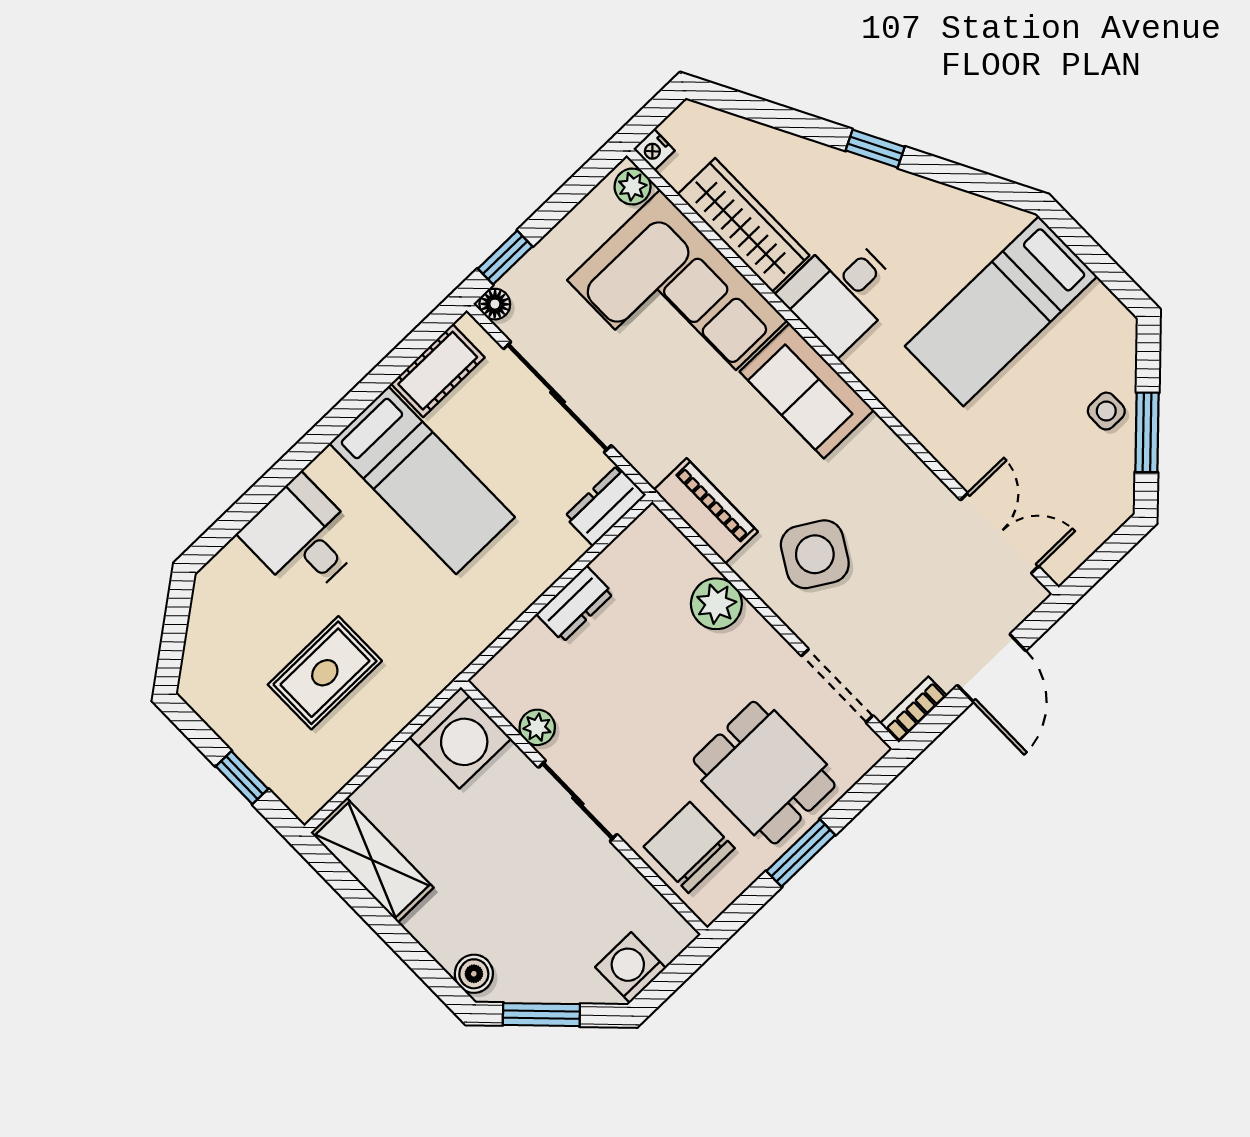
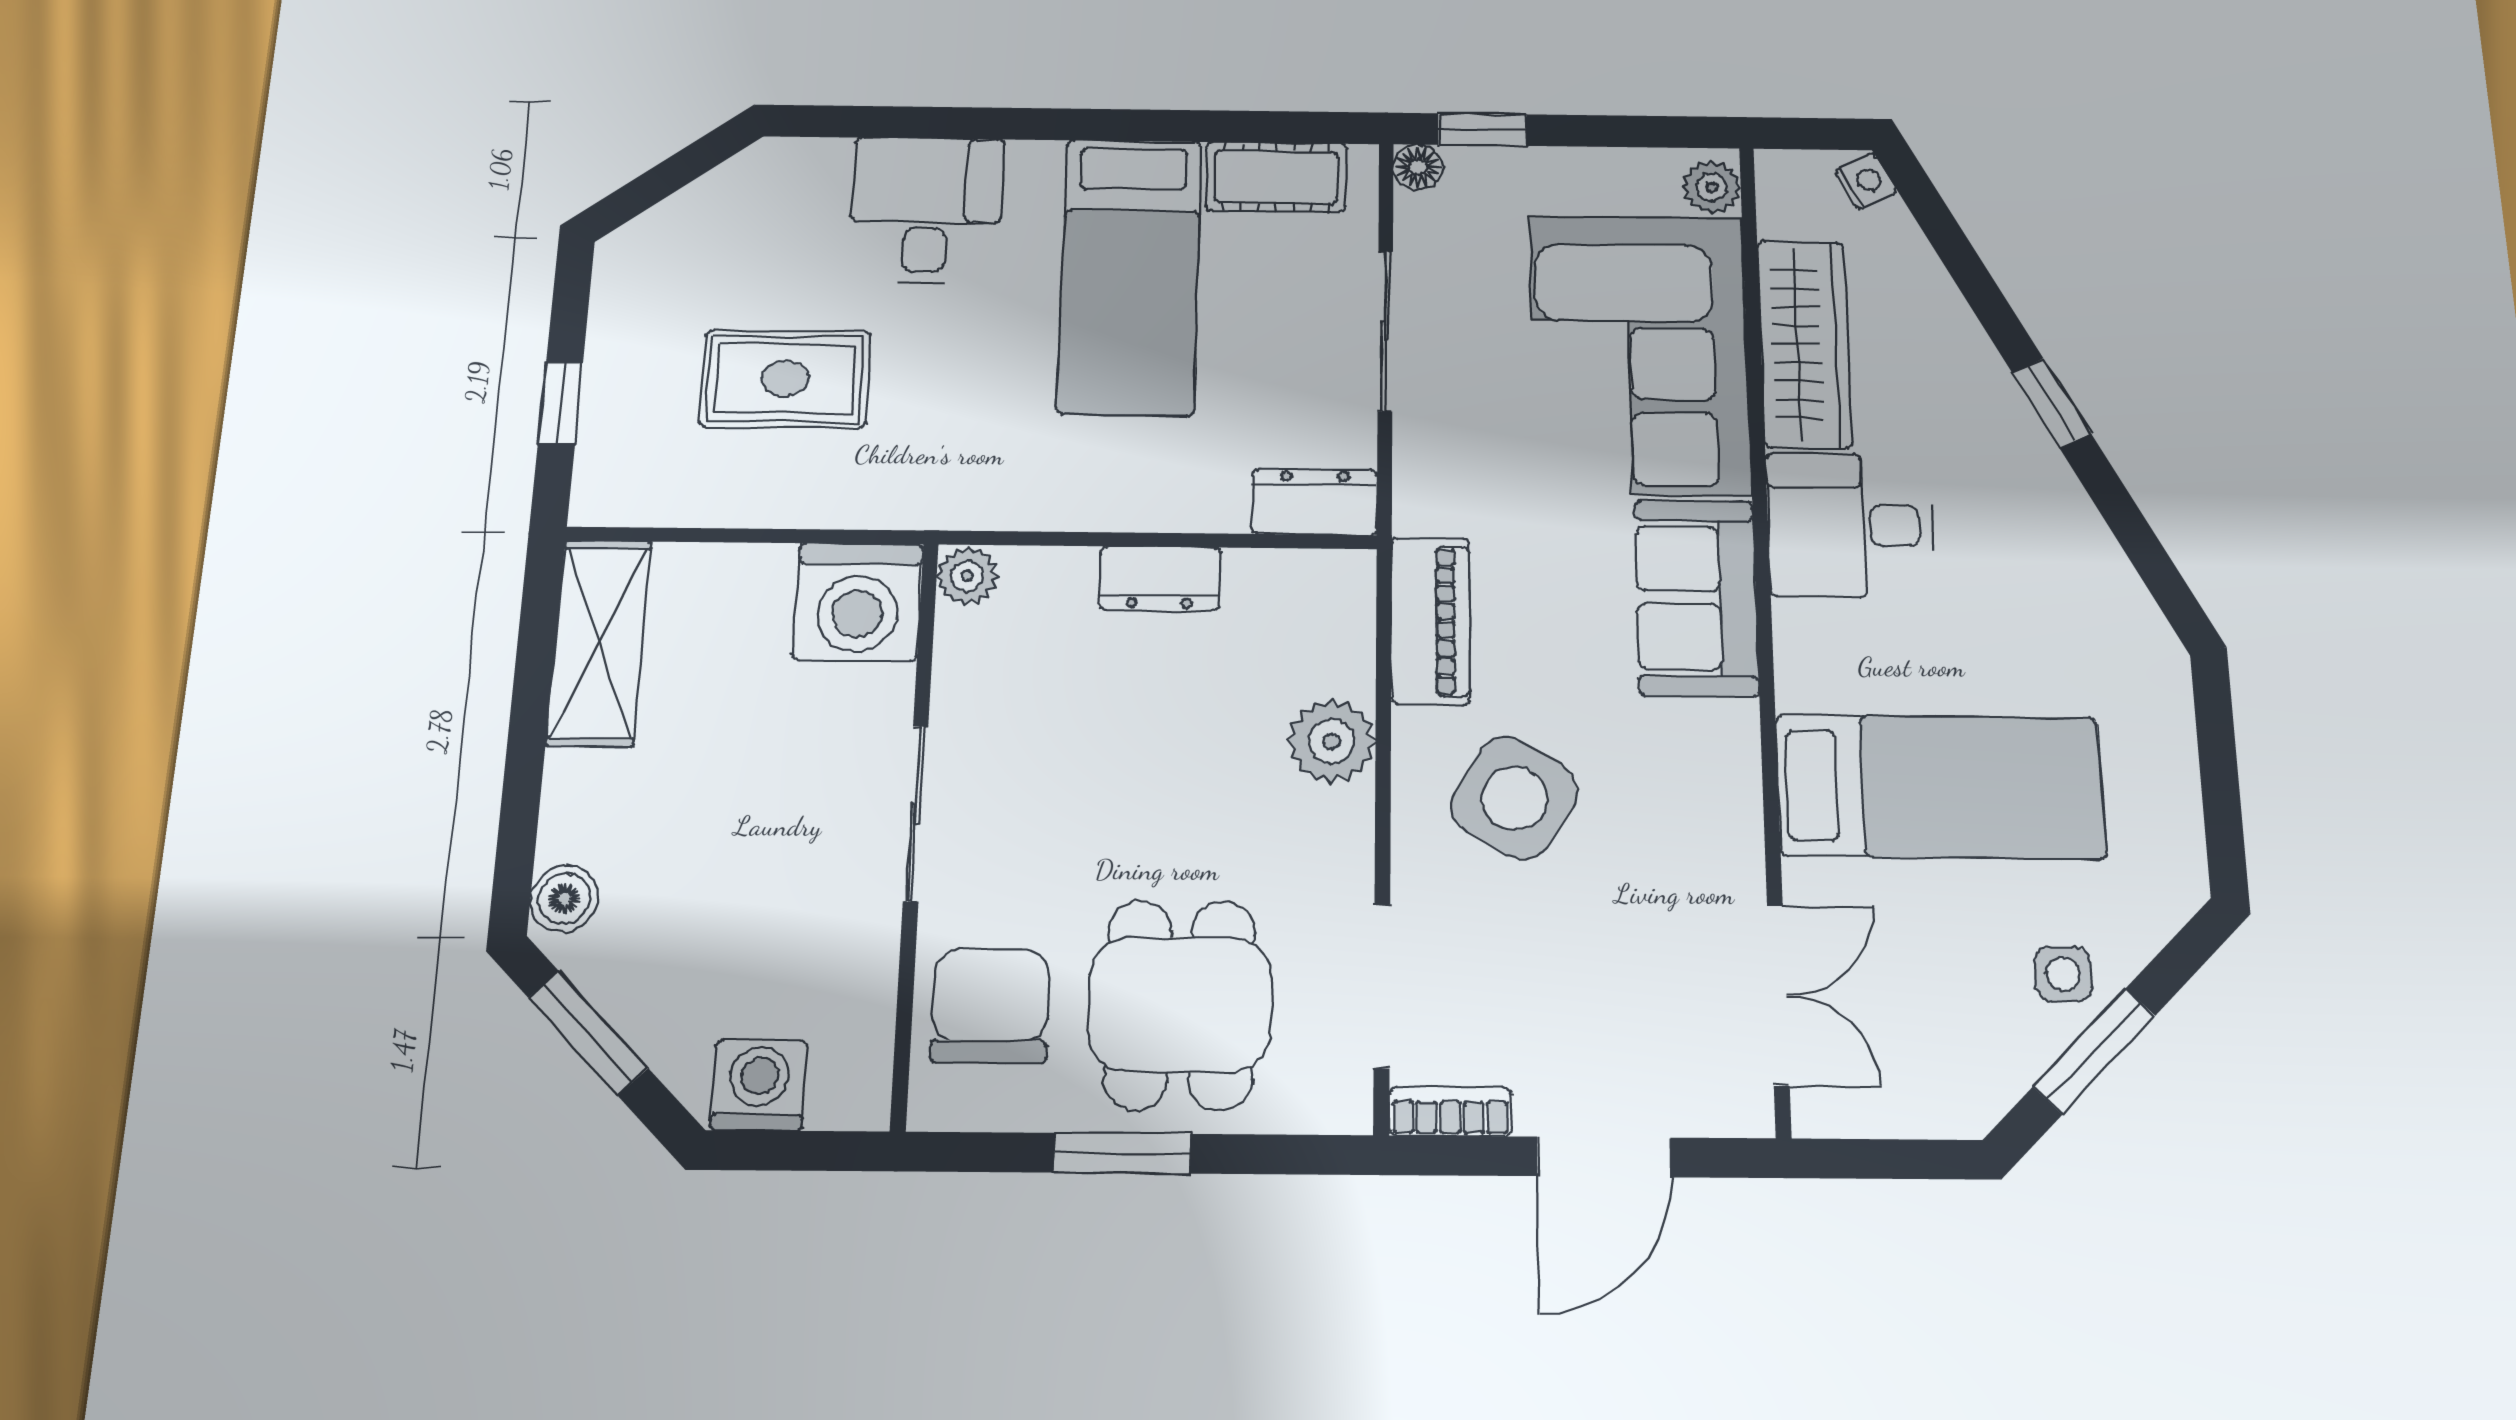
nightstand: (654, 150) -> (1866, 182), moved, turned 152
bed: (1001, 311) -> (1940, 787), moved, turned 180
sliding door: (558, 397) -> (1385, 331), width x0.73
plant: (537, 727) -> (967, 576), moved

